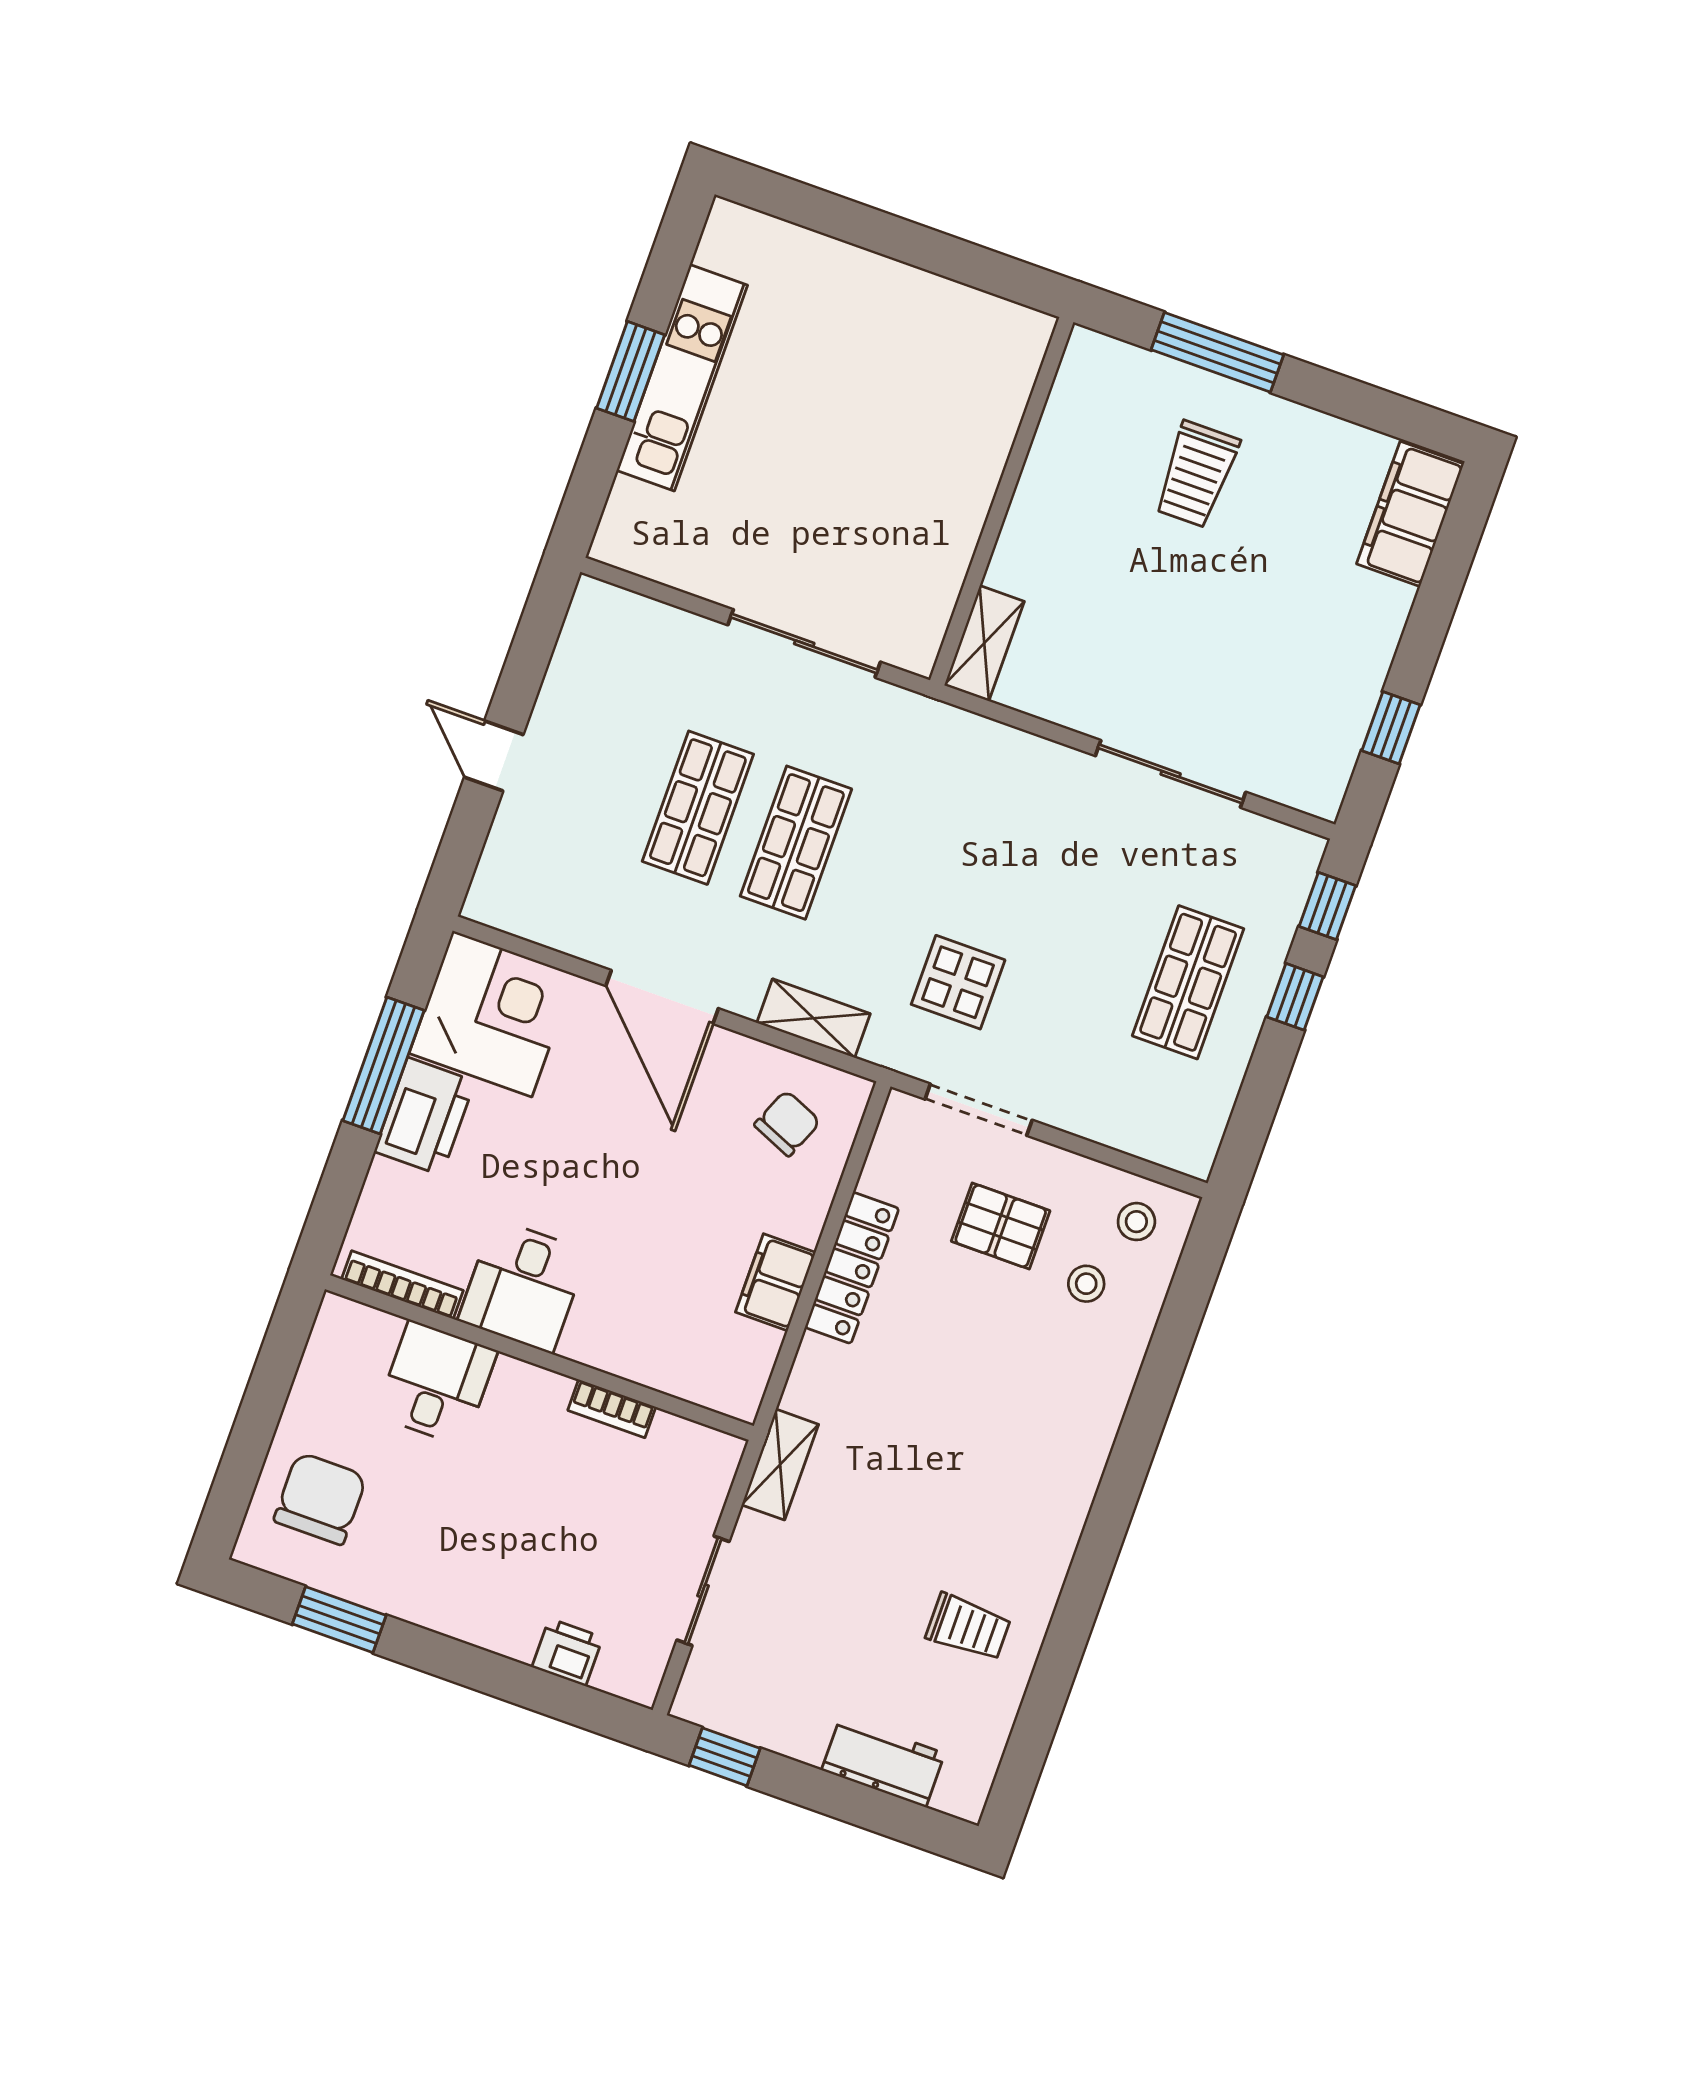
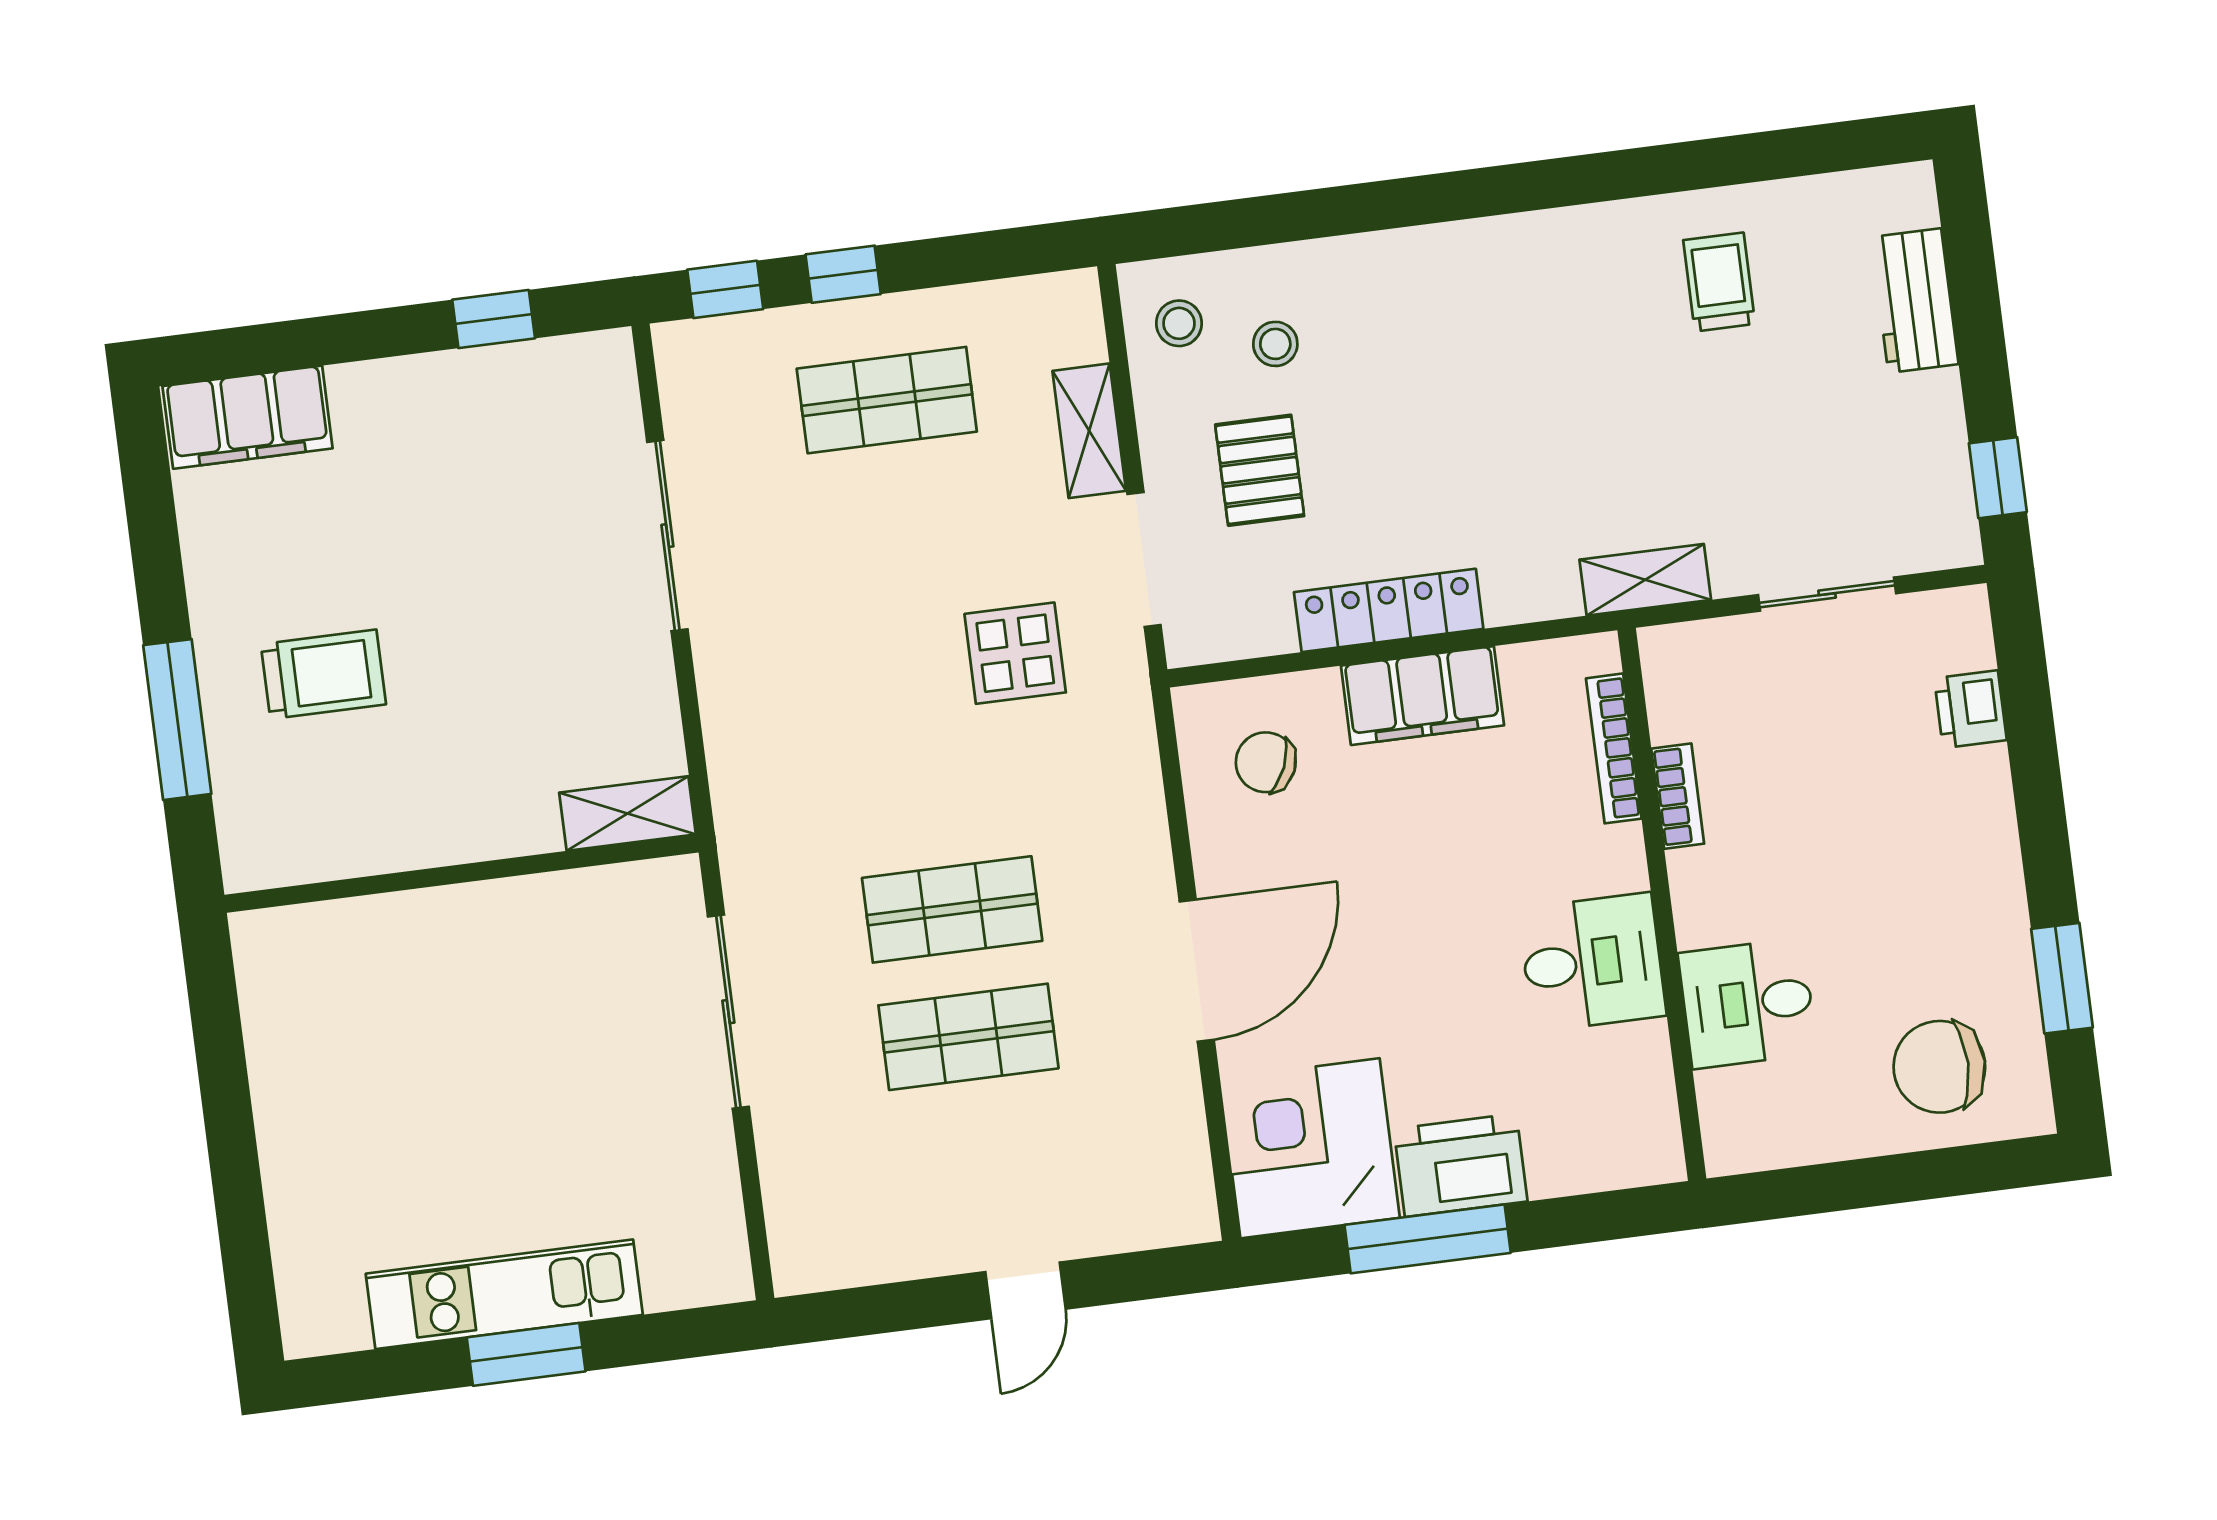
shelving: (814, 1018) -> (1089, 431), moved
filing cabinet: (775, 1282) -> (1422, 696), width x1.50, depth x1.17
bookcase: (402, 1285) -> (1614, 748), moved

